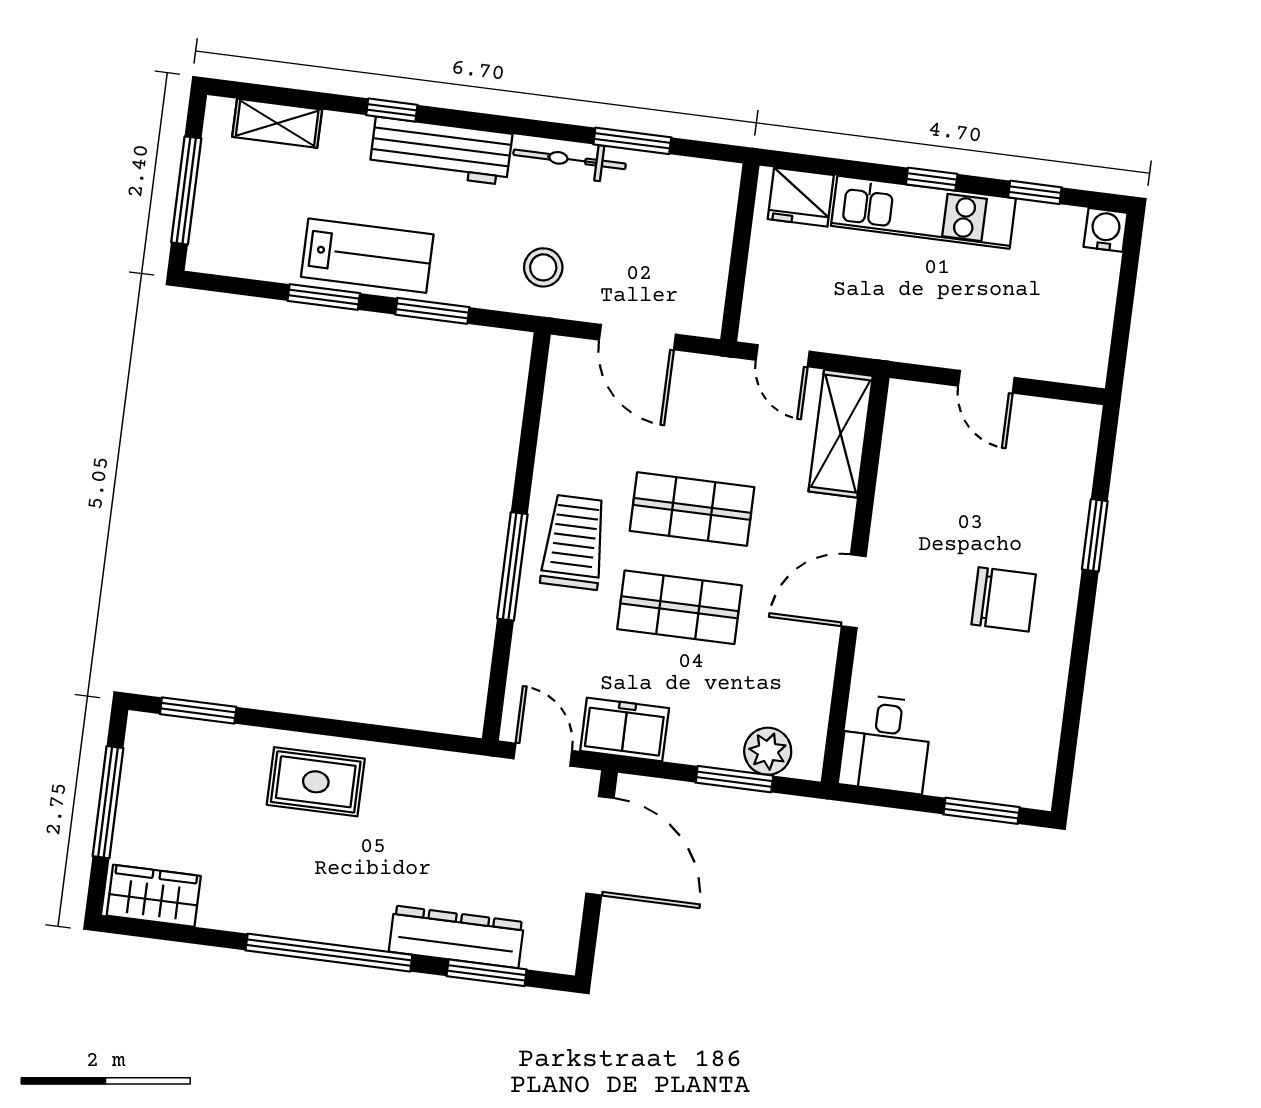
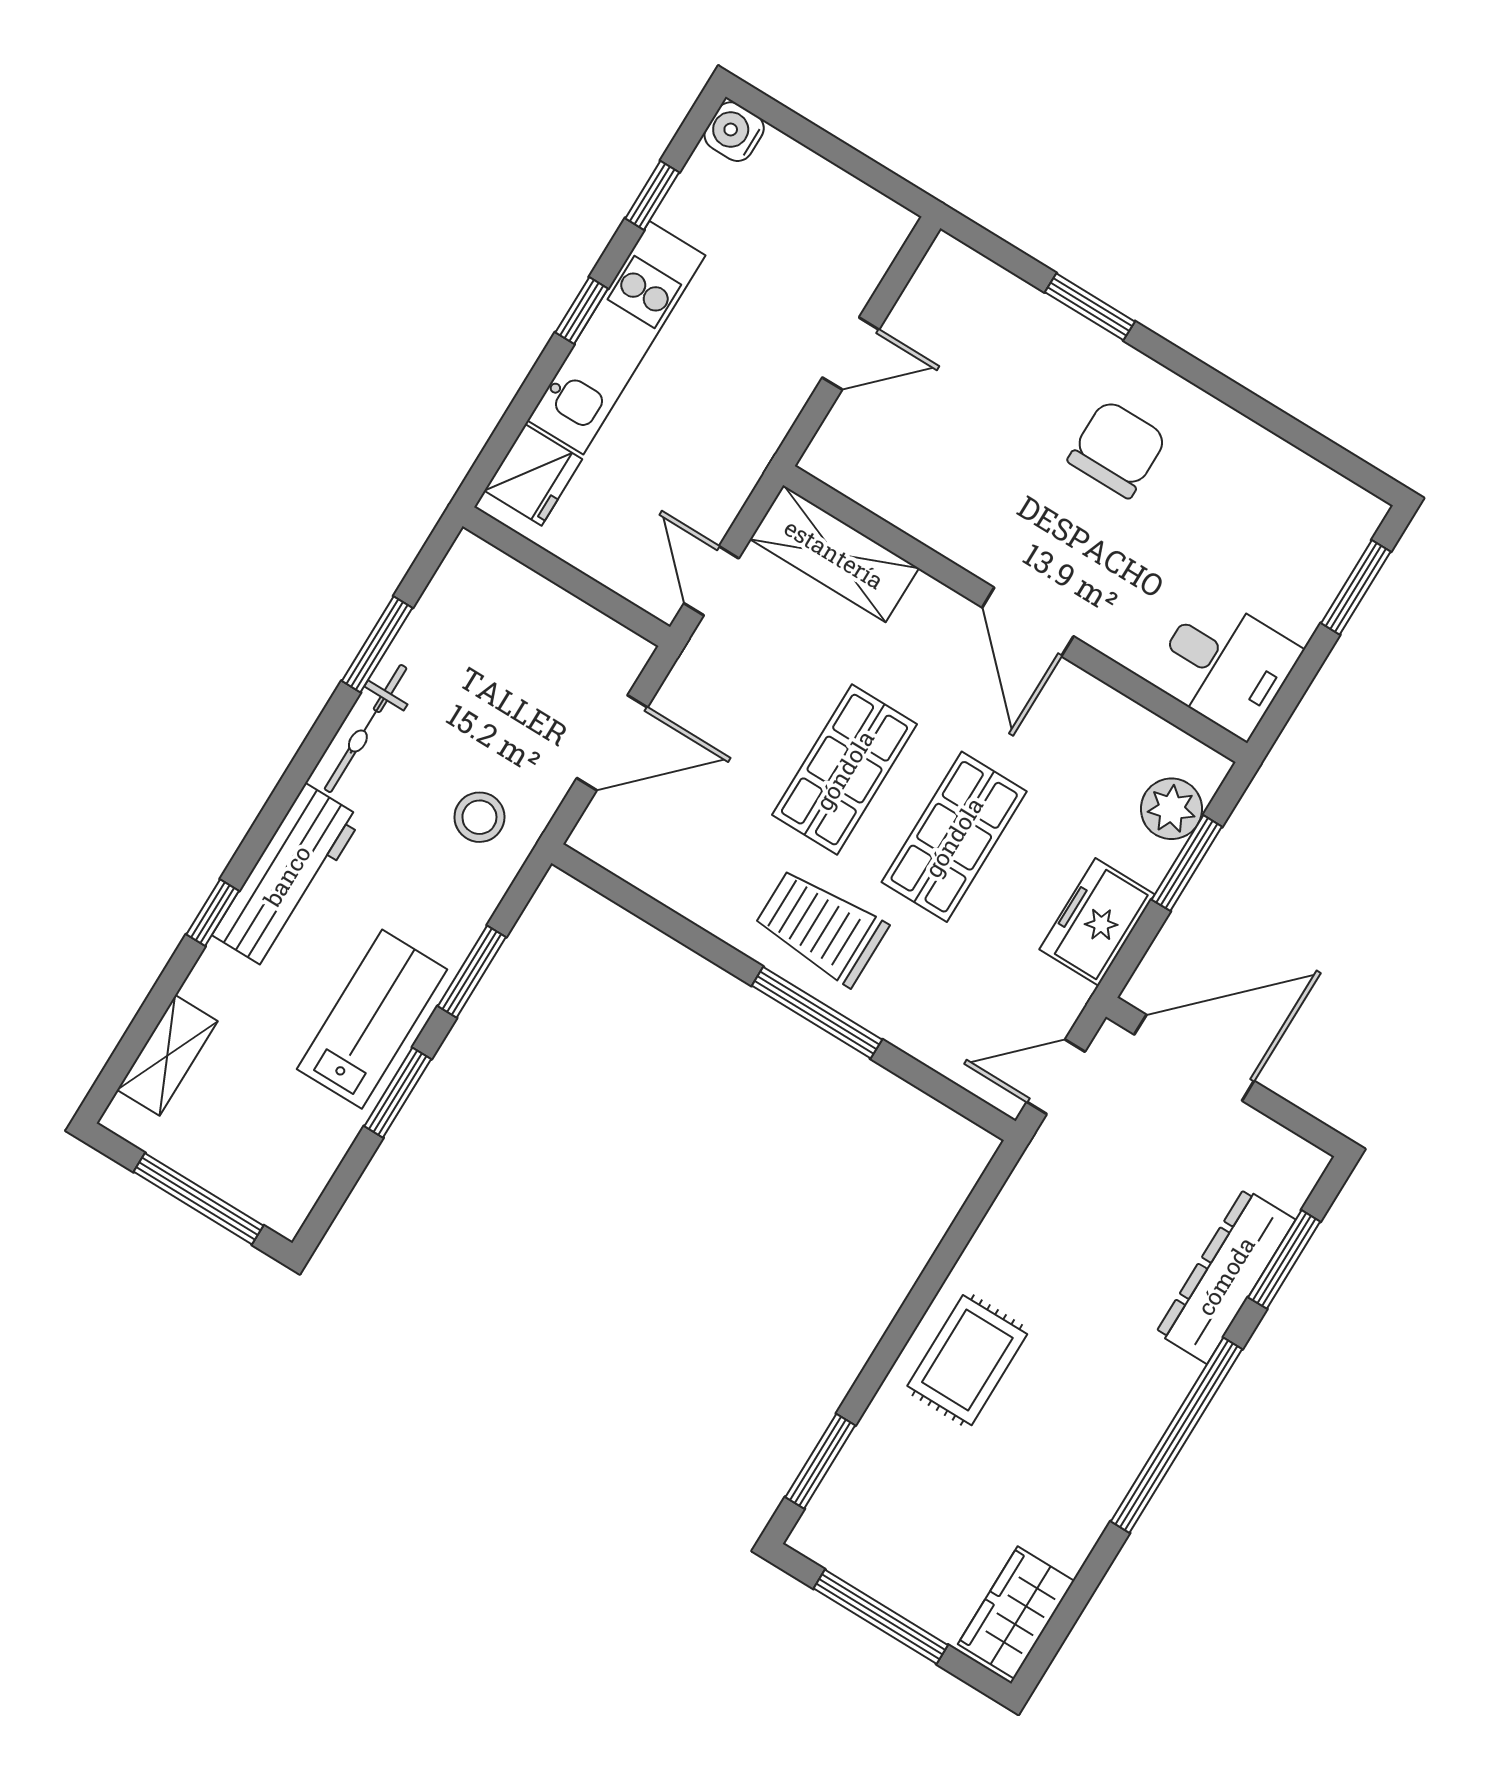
door: (783, 356) -> (711, 581), swing flipped
freezer: (625, 729) -> (1097, 922), moved

